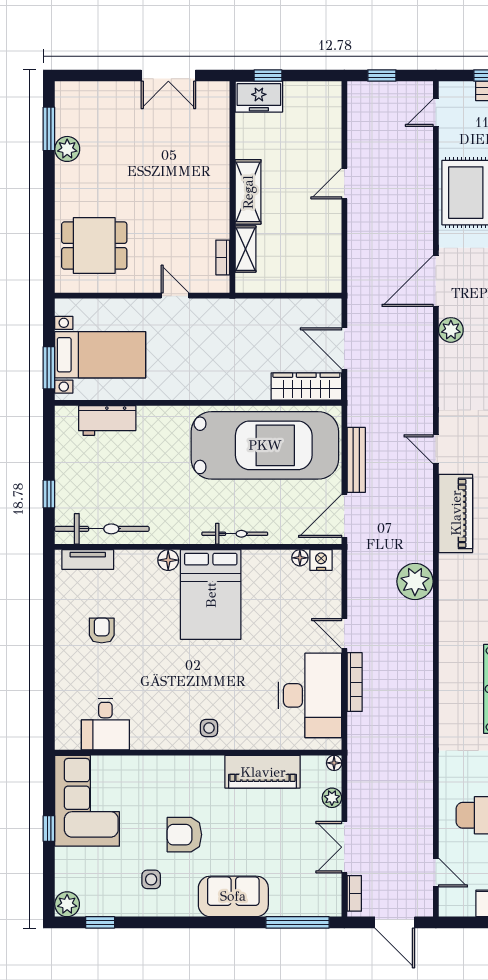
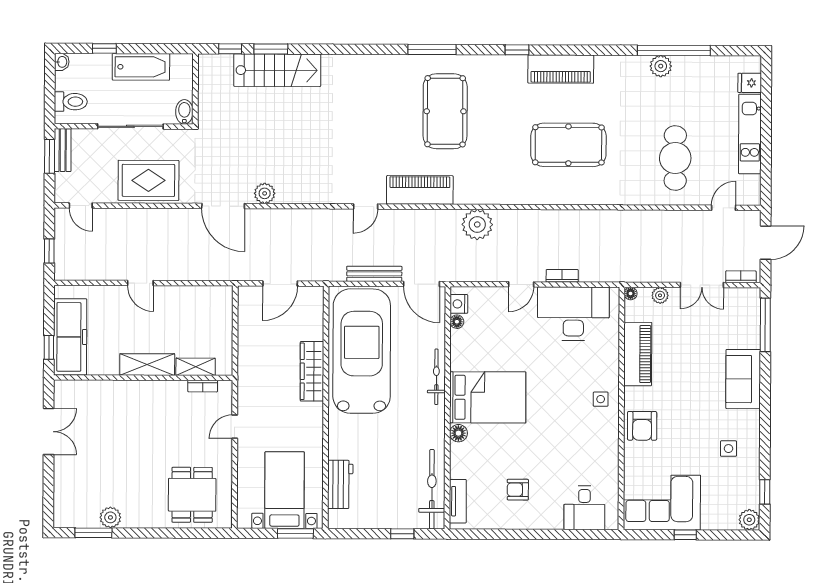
freezer: (259, 97) -> (70, 337), width x1.91, depth x1.26
wardrobe: (306, 387) -> (312, 371), moved
bookcase: (355, 682) -> (562, 276), width x0.64
desk: (105, 724) -> (584, 508), moved, turned 90
armchair: (184, 835) -> (642, 426), moved

